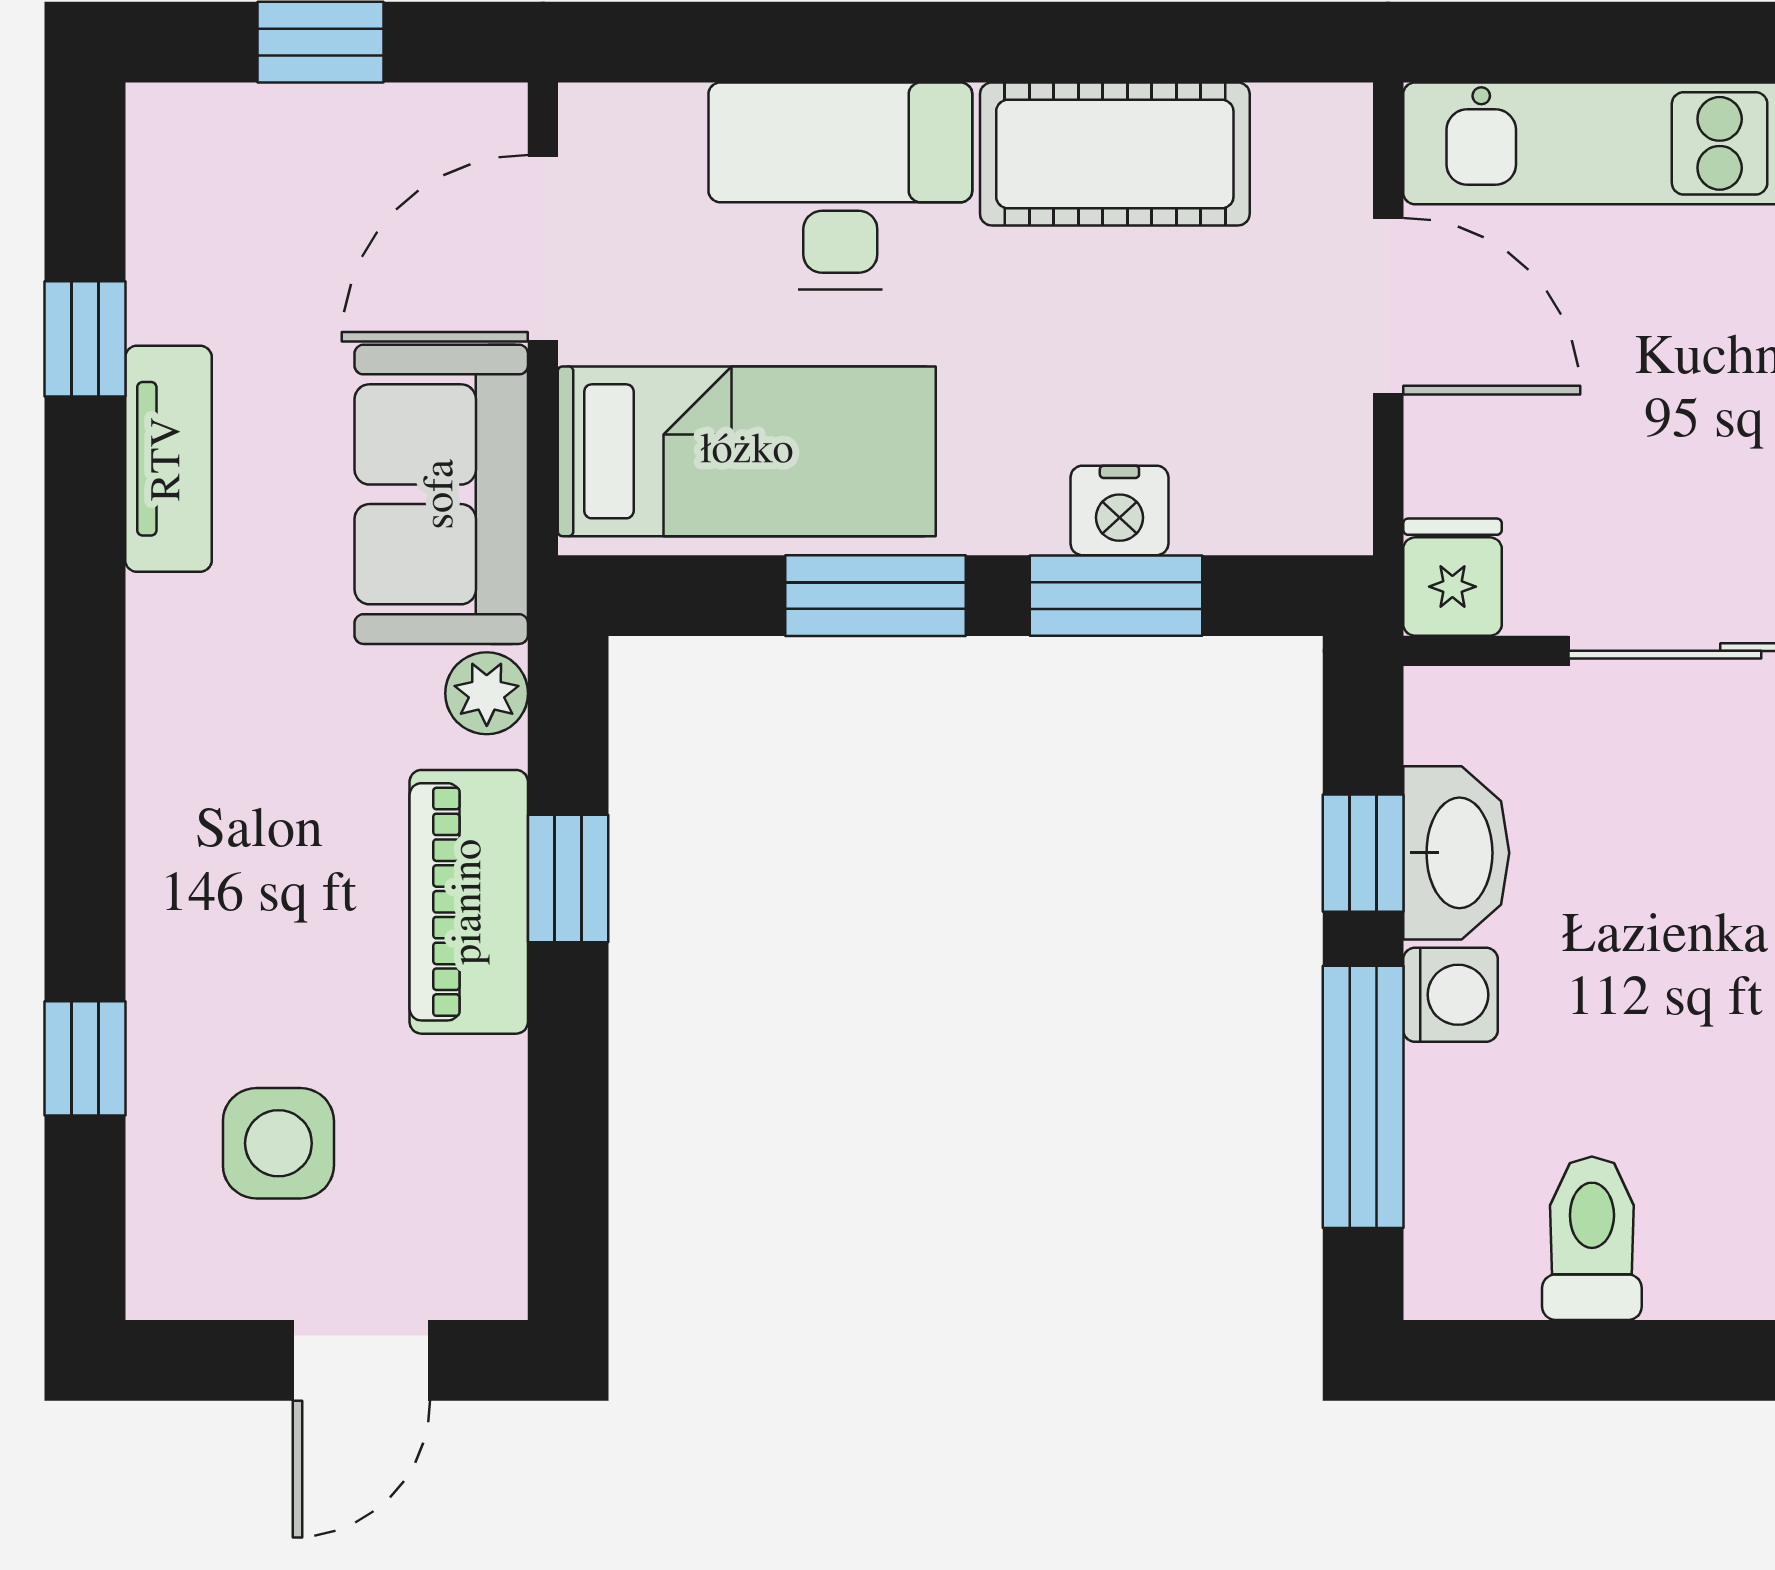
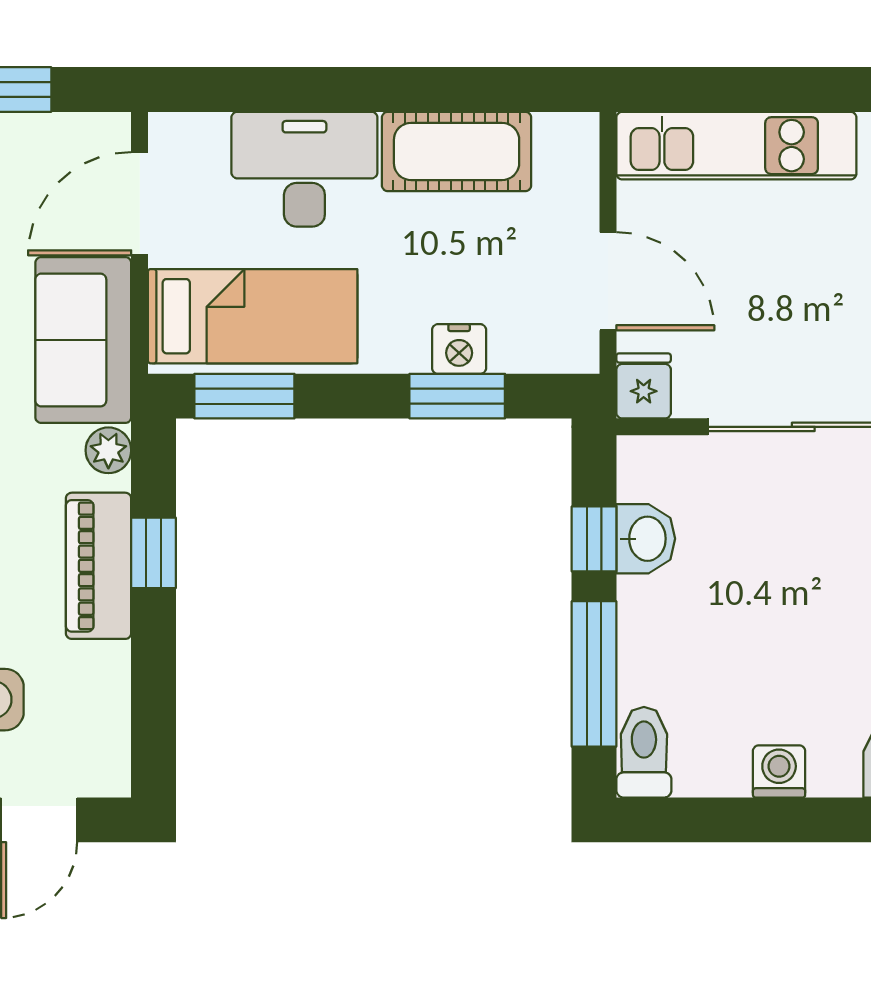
door: (1388, 306) -> (608, 281), moved
window: (875, 596) -> (244, 396), moved
washbasin: (1456, 853) -> (646, 539), width x0.72
washing machine: (1450, 995) -> (779, 771), moved, turned -90
toilet: (1592, 1238) -> (644, 752), moved

